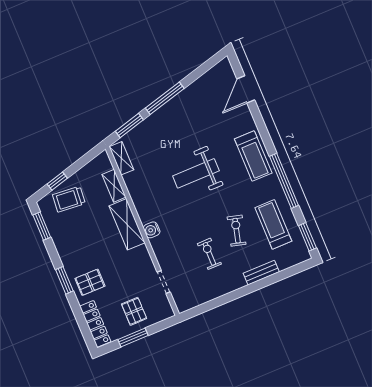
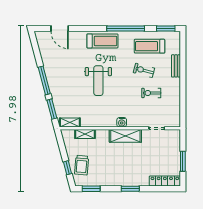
shelving: (127, 224) -> (125, 136), moved
pallet: (90, 282) -> (138, 174), removed
pallet: (134, 311) -> (167, 154), removed

